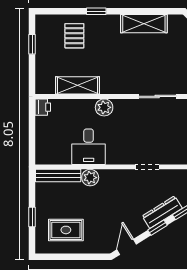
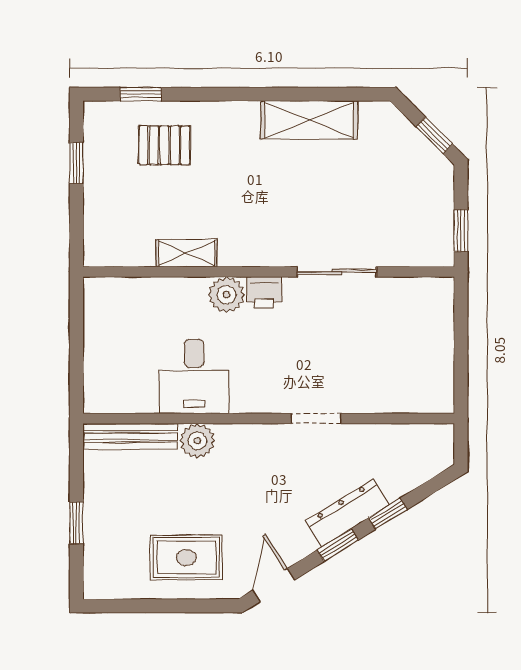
window: (96, 11) -> (141, 94), moved
pallet: (74, 36) -> (164, 145), turned 90
shelving: (78, 85) -> (186, 253), width x0.67, depth x0.75
printer: (43, 107) -> (264, 292), moved, turned 90
rug: (66, 230) -> (186, 557), moved

